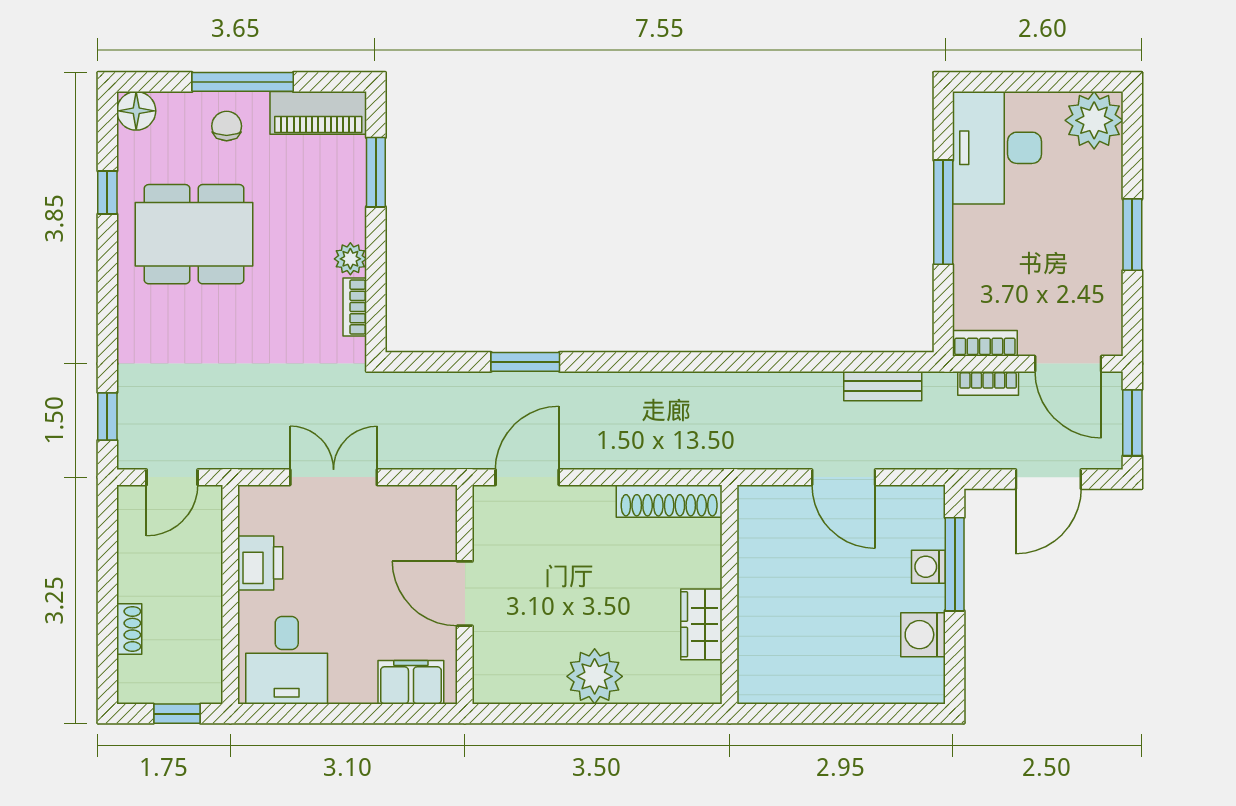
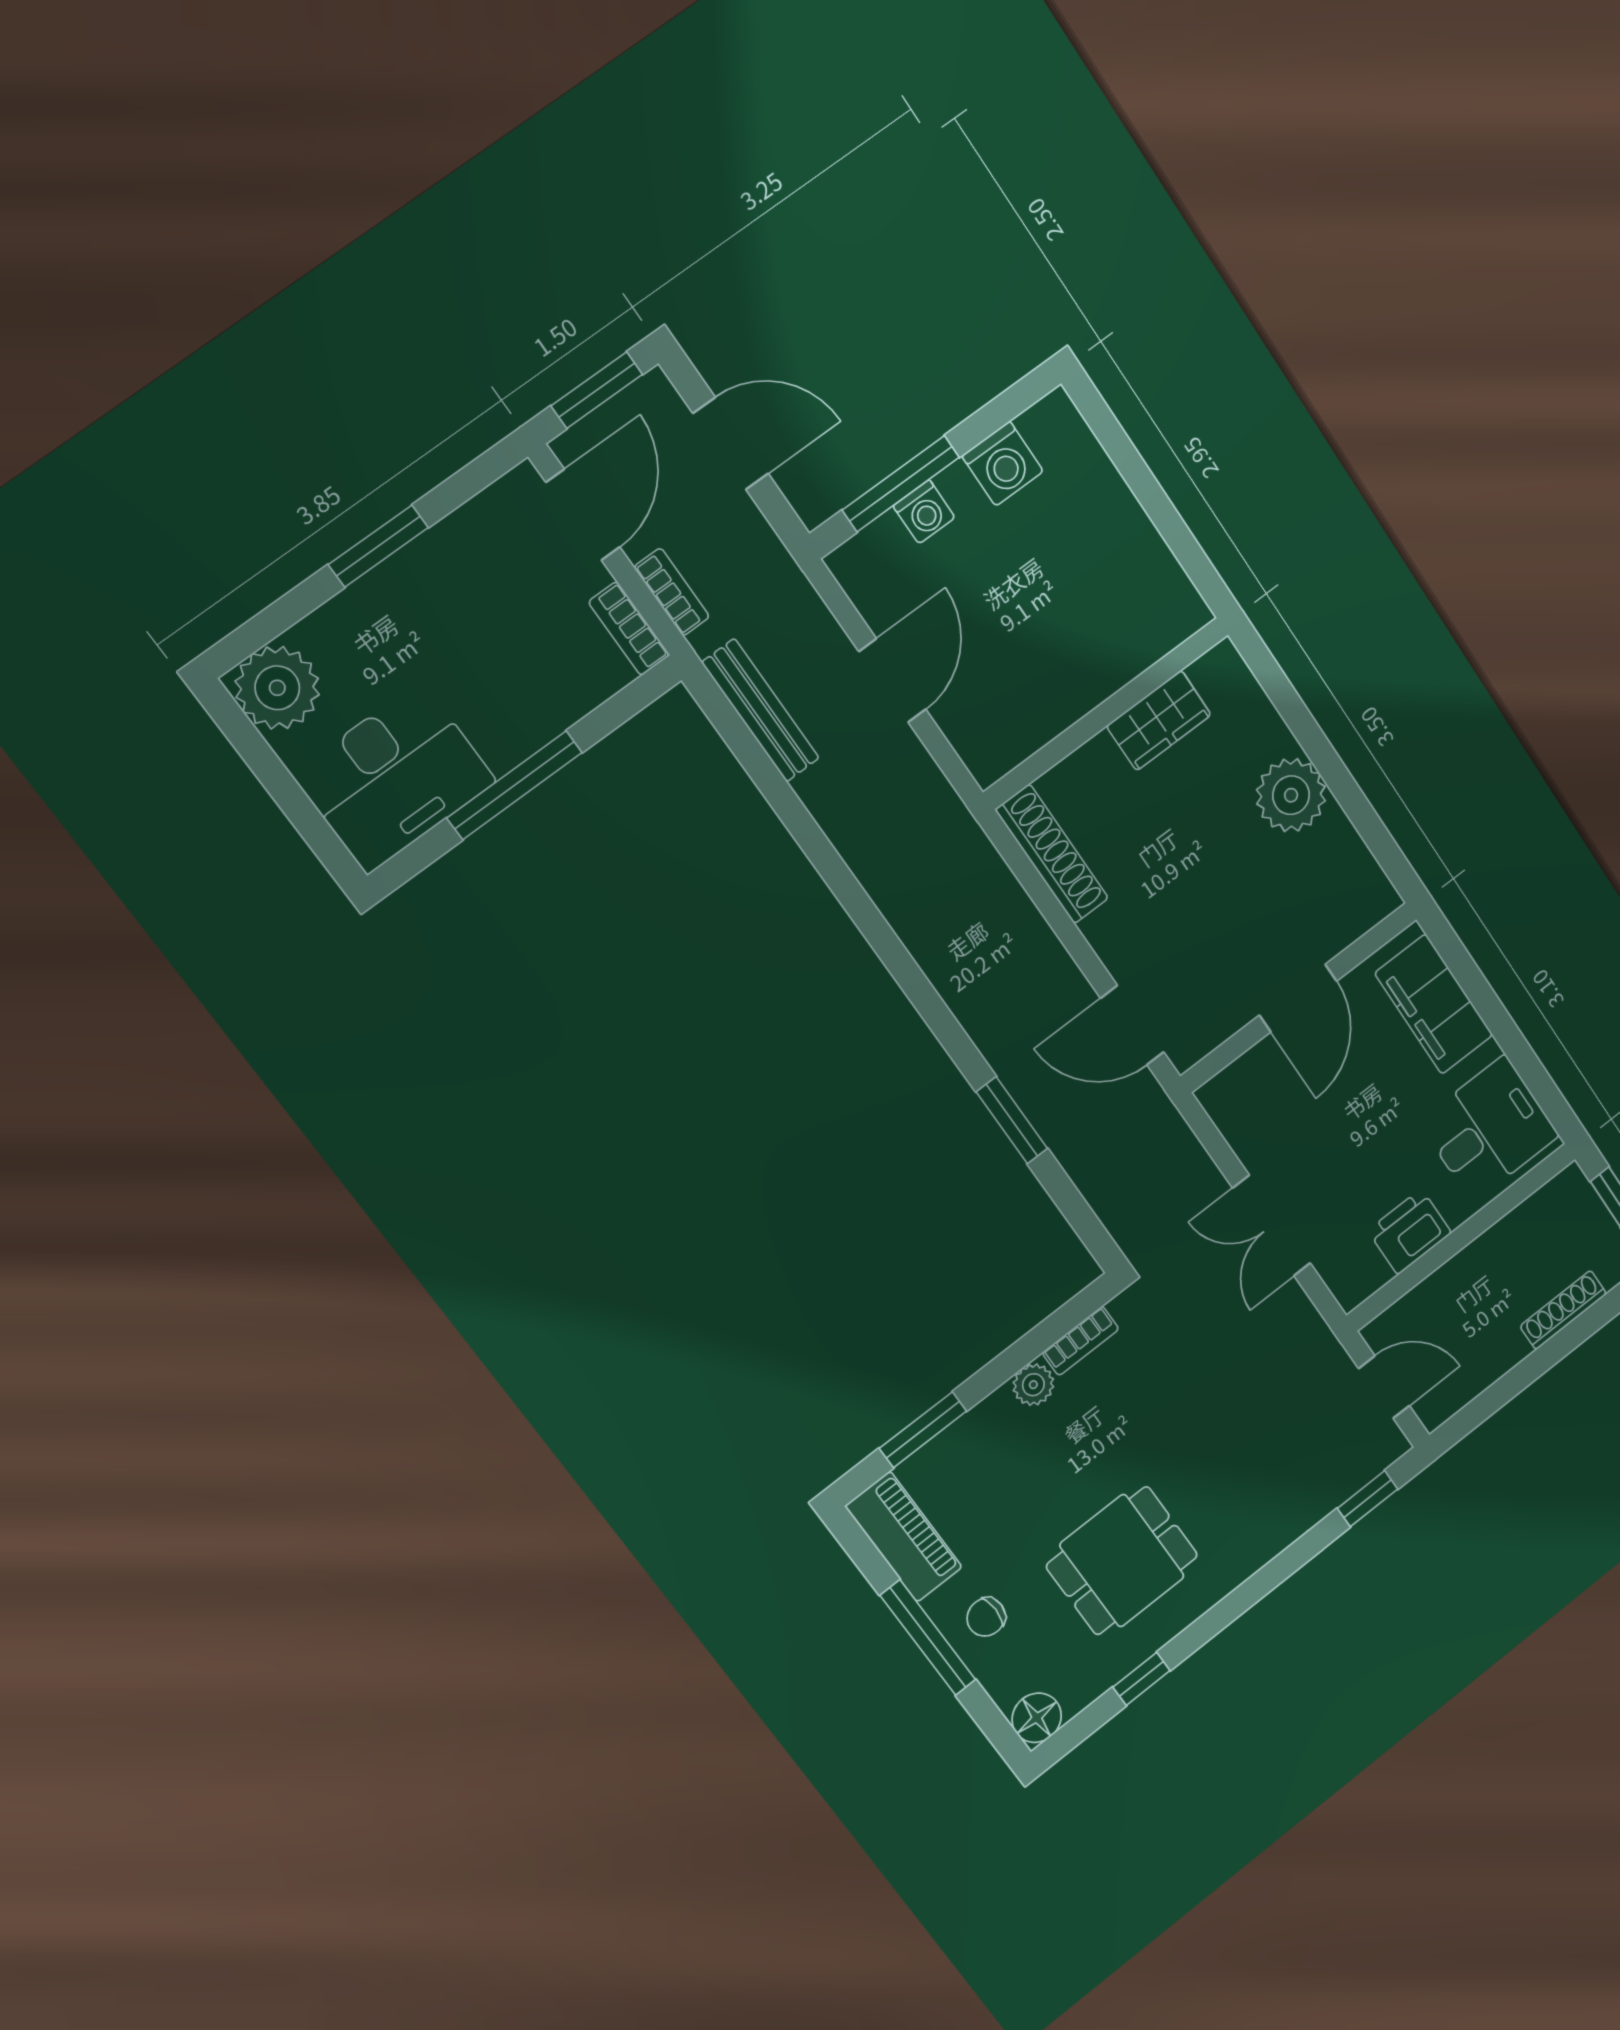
dining table: (194, 234) -> (1122, 1561), width x0.73
bench: (883, 386) -> (761, 710), width x1.36
shoe rack: (129, 629) -> (1563, 1310), width x1.43
filing cabinet: (411, 682) -> (1434, 1004), width x1.50, depth x1.17

